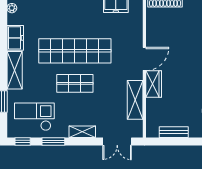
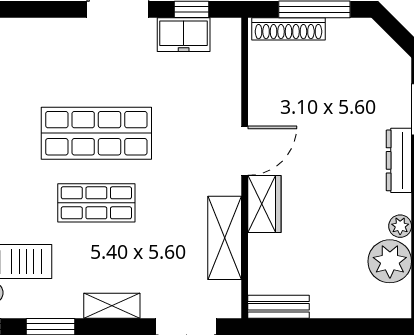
shop shelf: (75, 51) -> (96, 133), width x0.71
bench: (174, 132) -> (279, 307), moved

